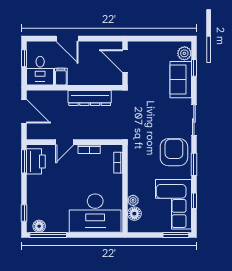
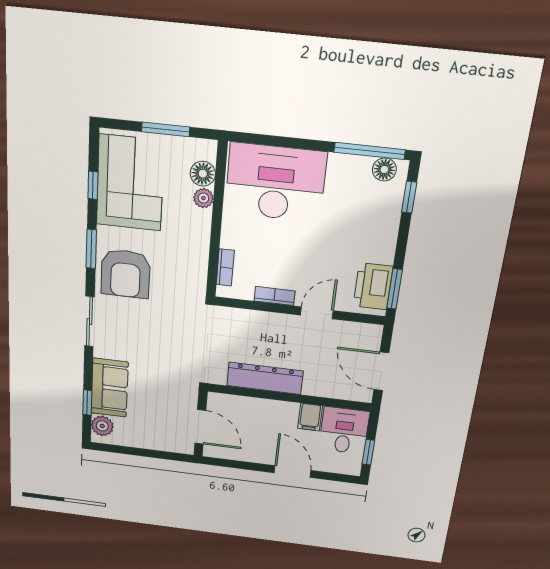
window: (176, 235) -> (166, 129), moved

